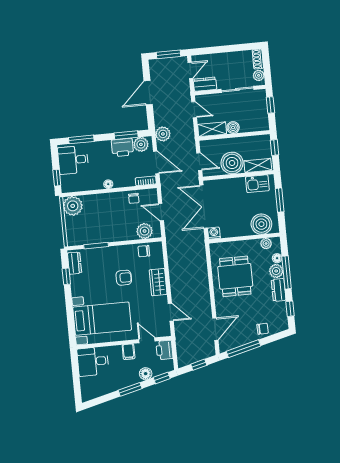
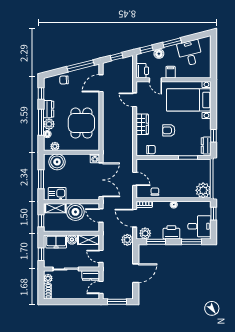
freezer: (253, 123) -> (56, 241), added
printer: (122, 147) -> (171, 232), moved
plant: (145, 231) -> (149, 165), removed
desk: (93, 361) -> (190, 53), moved, turned -104

